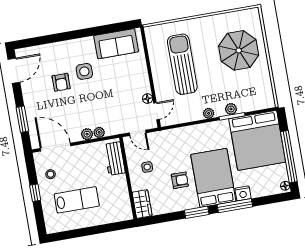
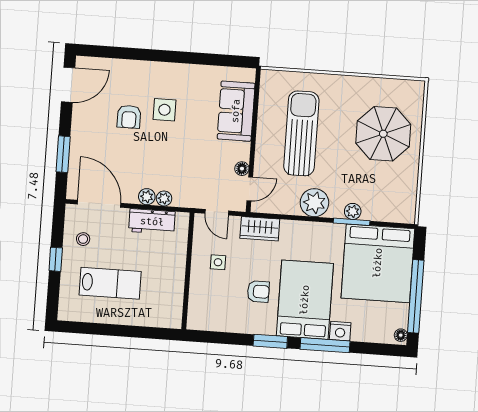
sofa: (116, 44) -> (236, 111), moved, turned 90
plant: (209, 113) -> (314, 203), width x1.87, depth x1.87
workbench: (115, 159) -> (152, 222), moved, turned -90
wardrobe: (142, 204) -> (260, 229), moved, turned 90

